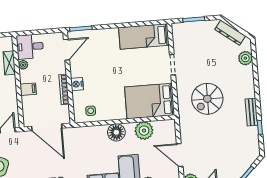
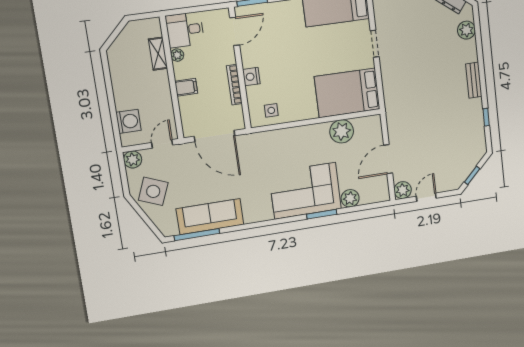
spiral stairs: (207, 99) -> (420, 85), removed
bench: (252, 112) -> (474, 80), moved
floor lamp: (116, 132) -> (306, 136), removed
door: (180, 155) -> (388, 159), hinge flipped

